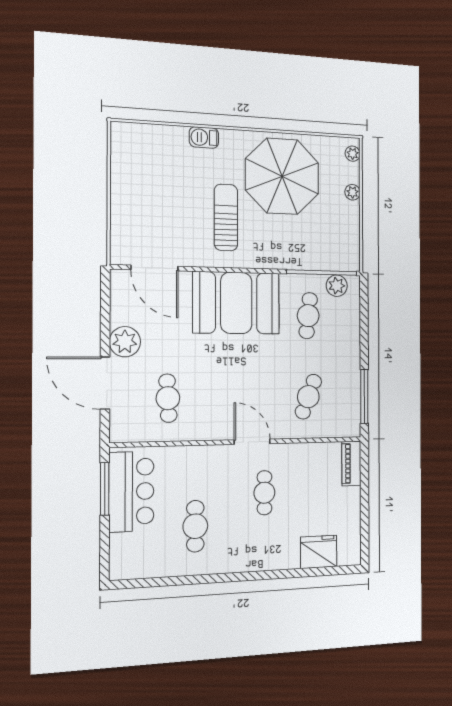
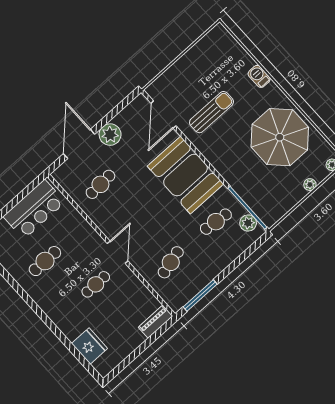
sun lounger: (226, 217) -> (211, 112), moved
cafe table: (308, 397) -> (171, 262), turned -36
window: (105, 489) -> (24, 194), removed

